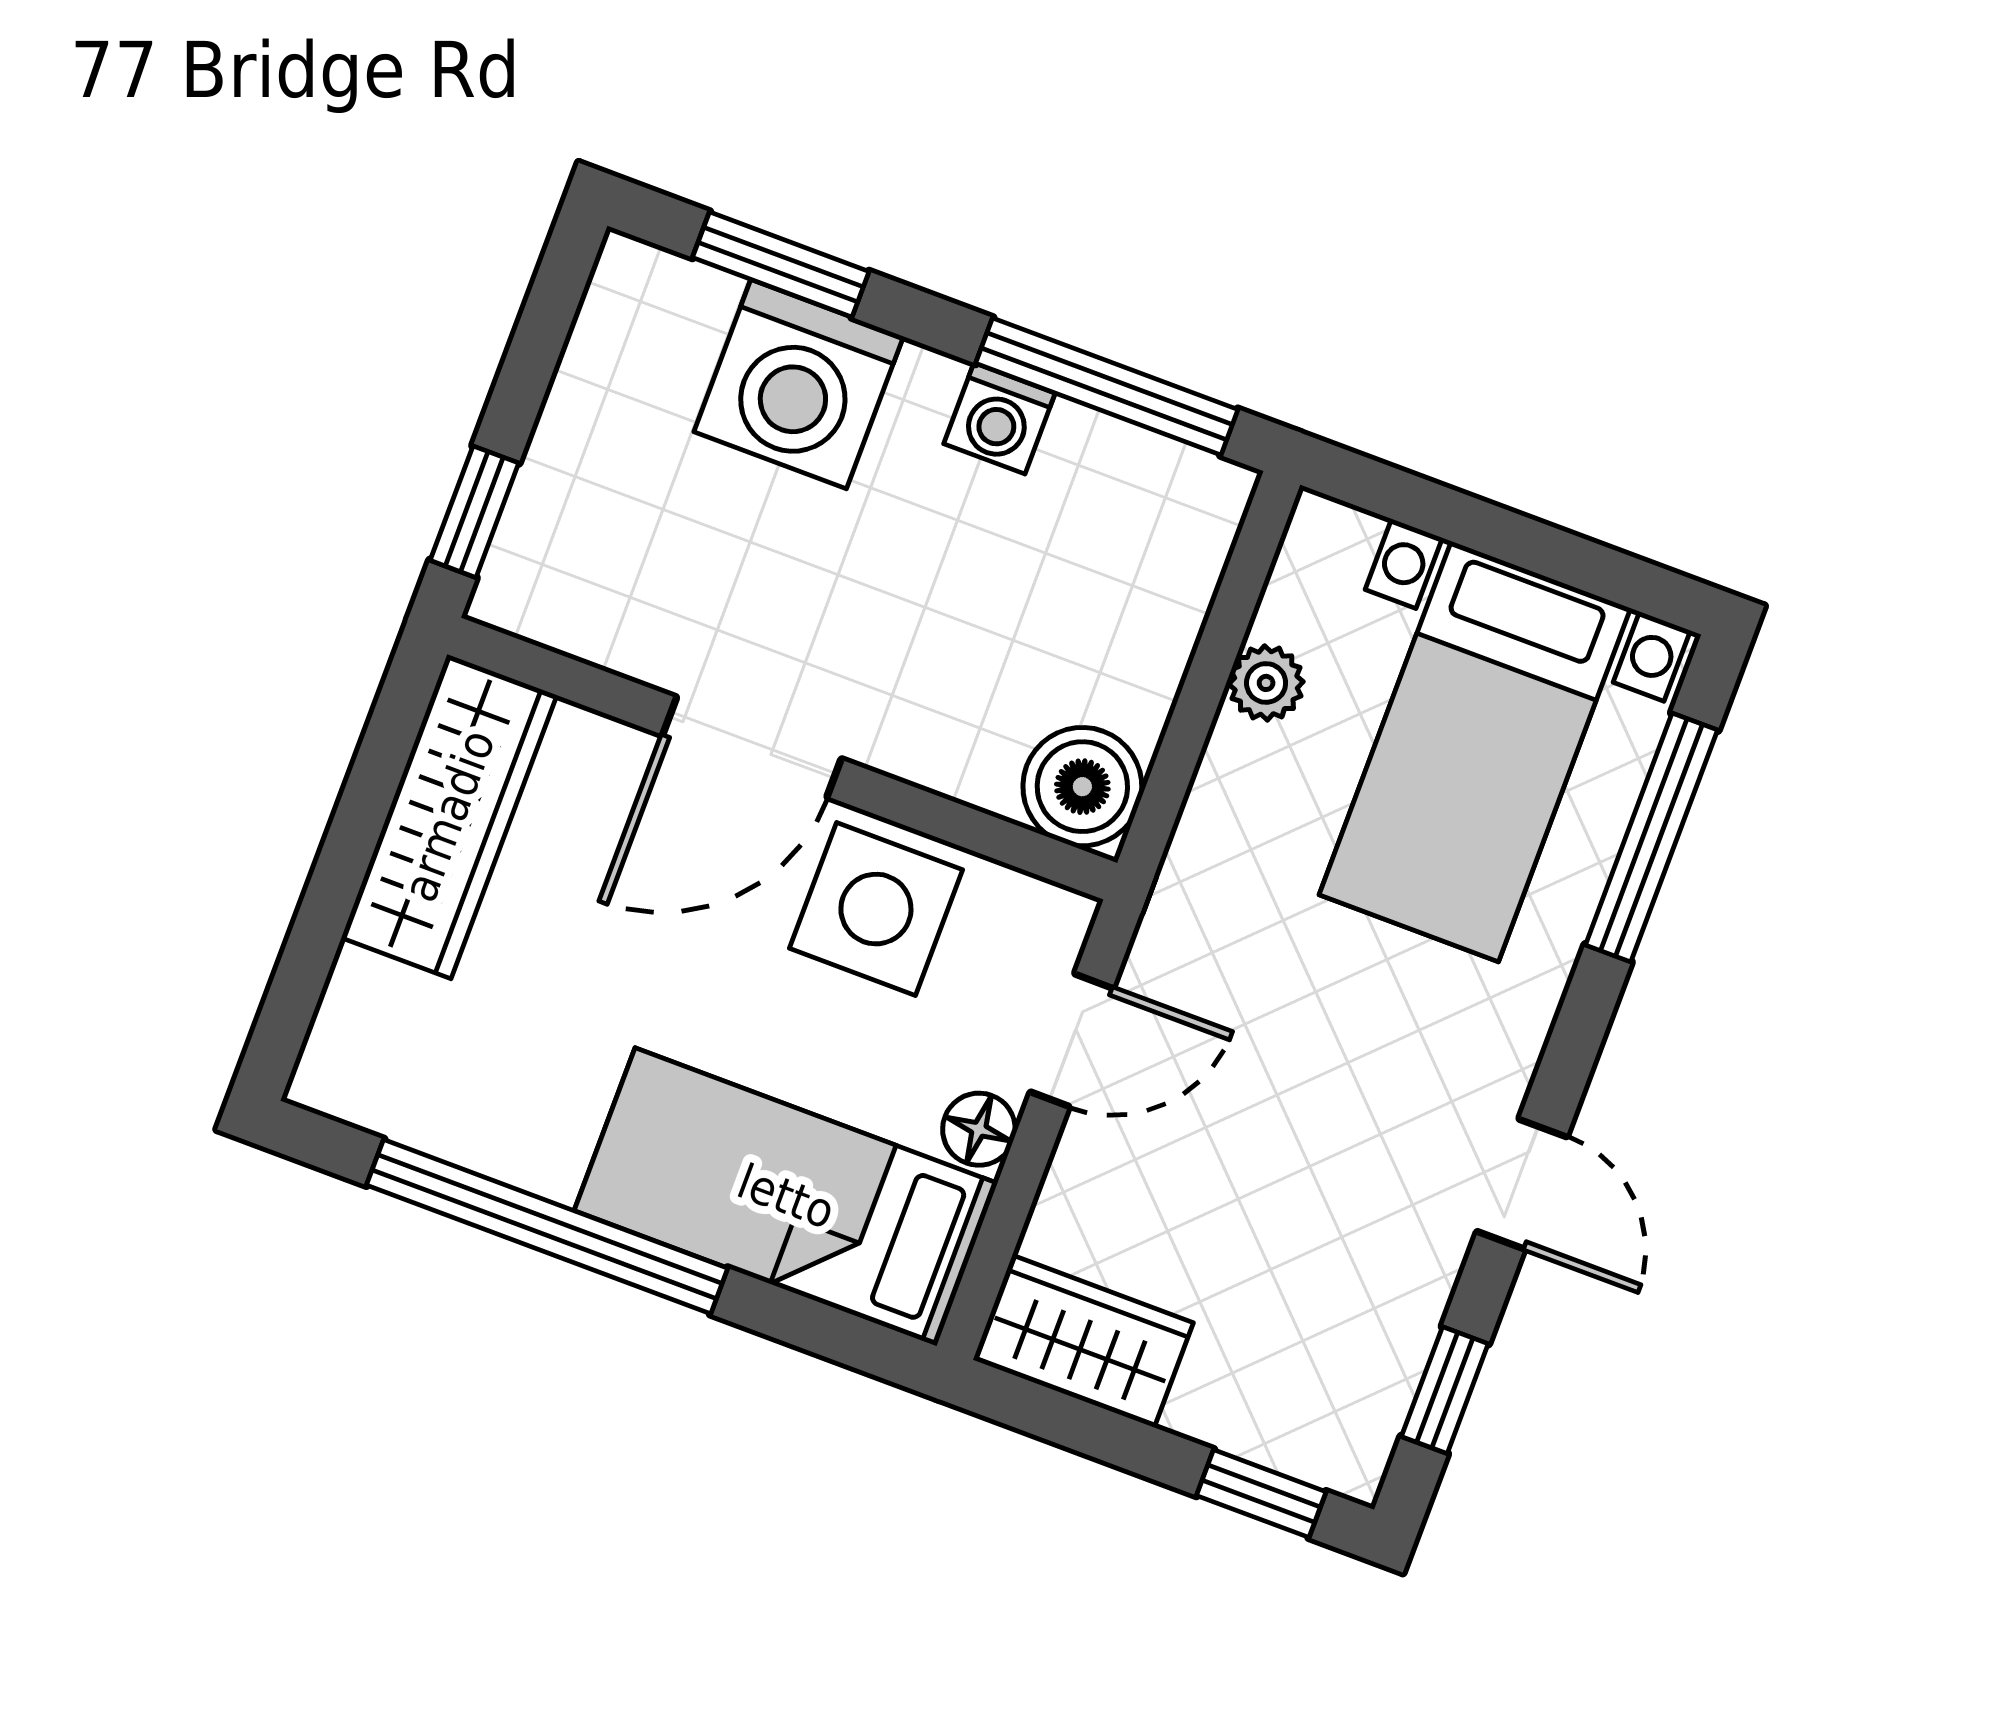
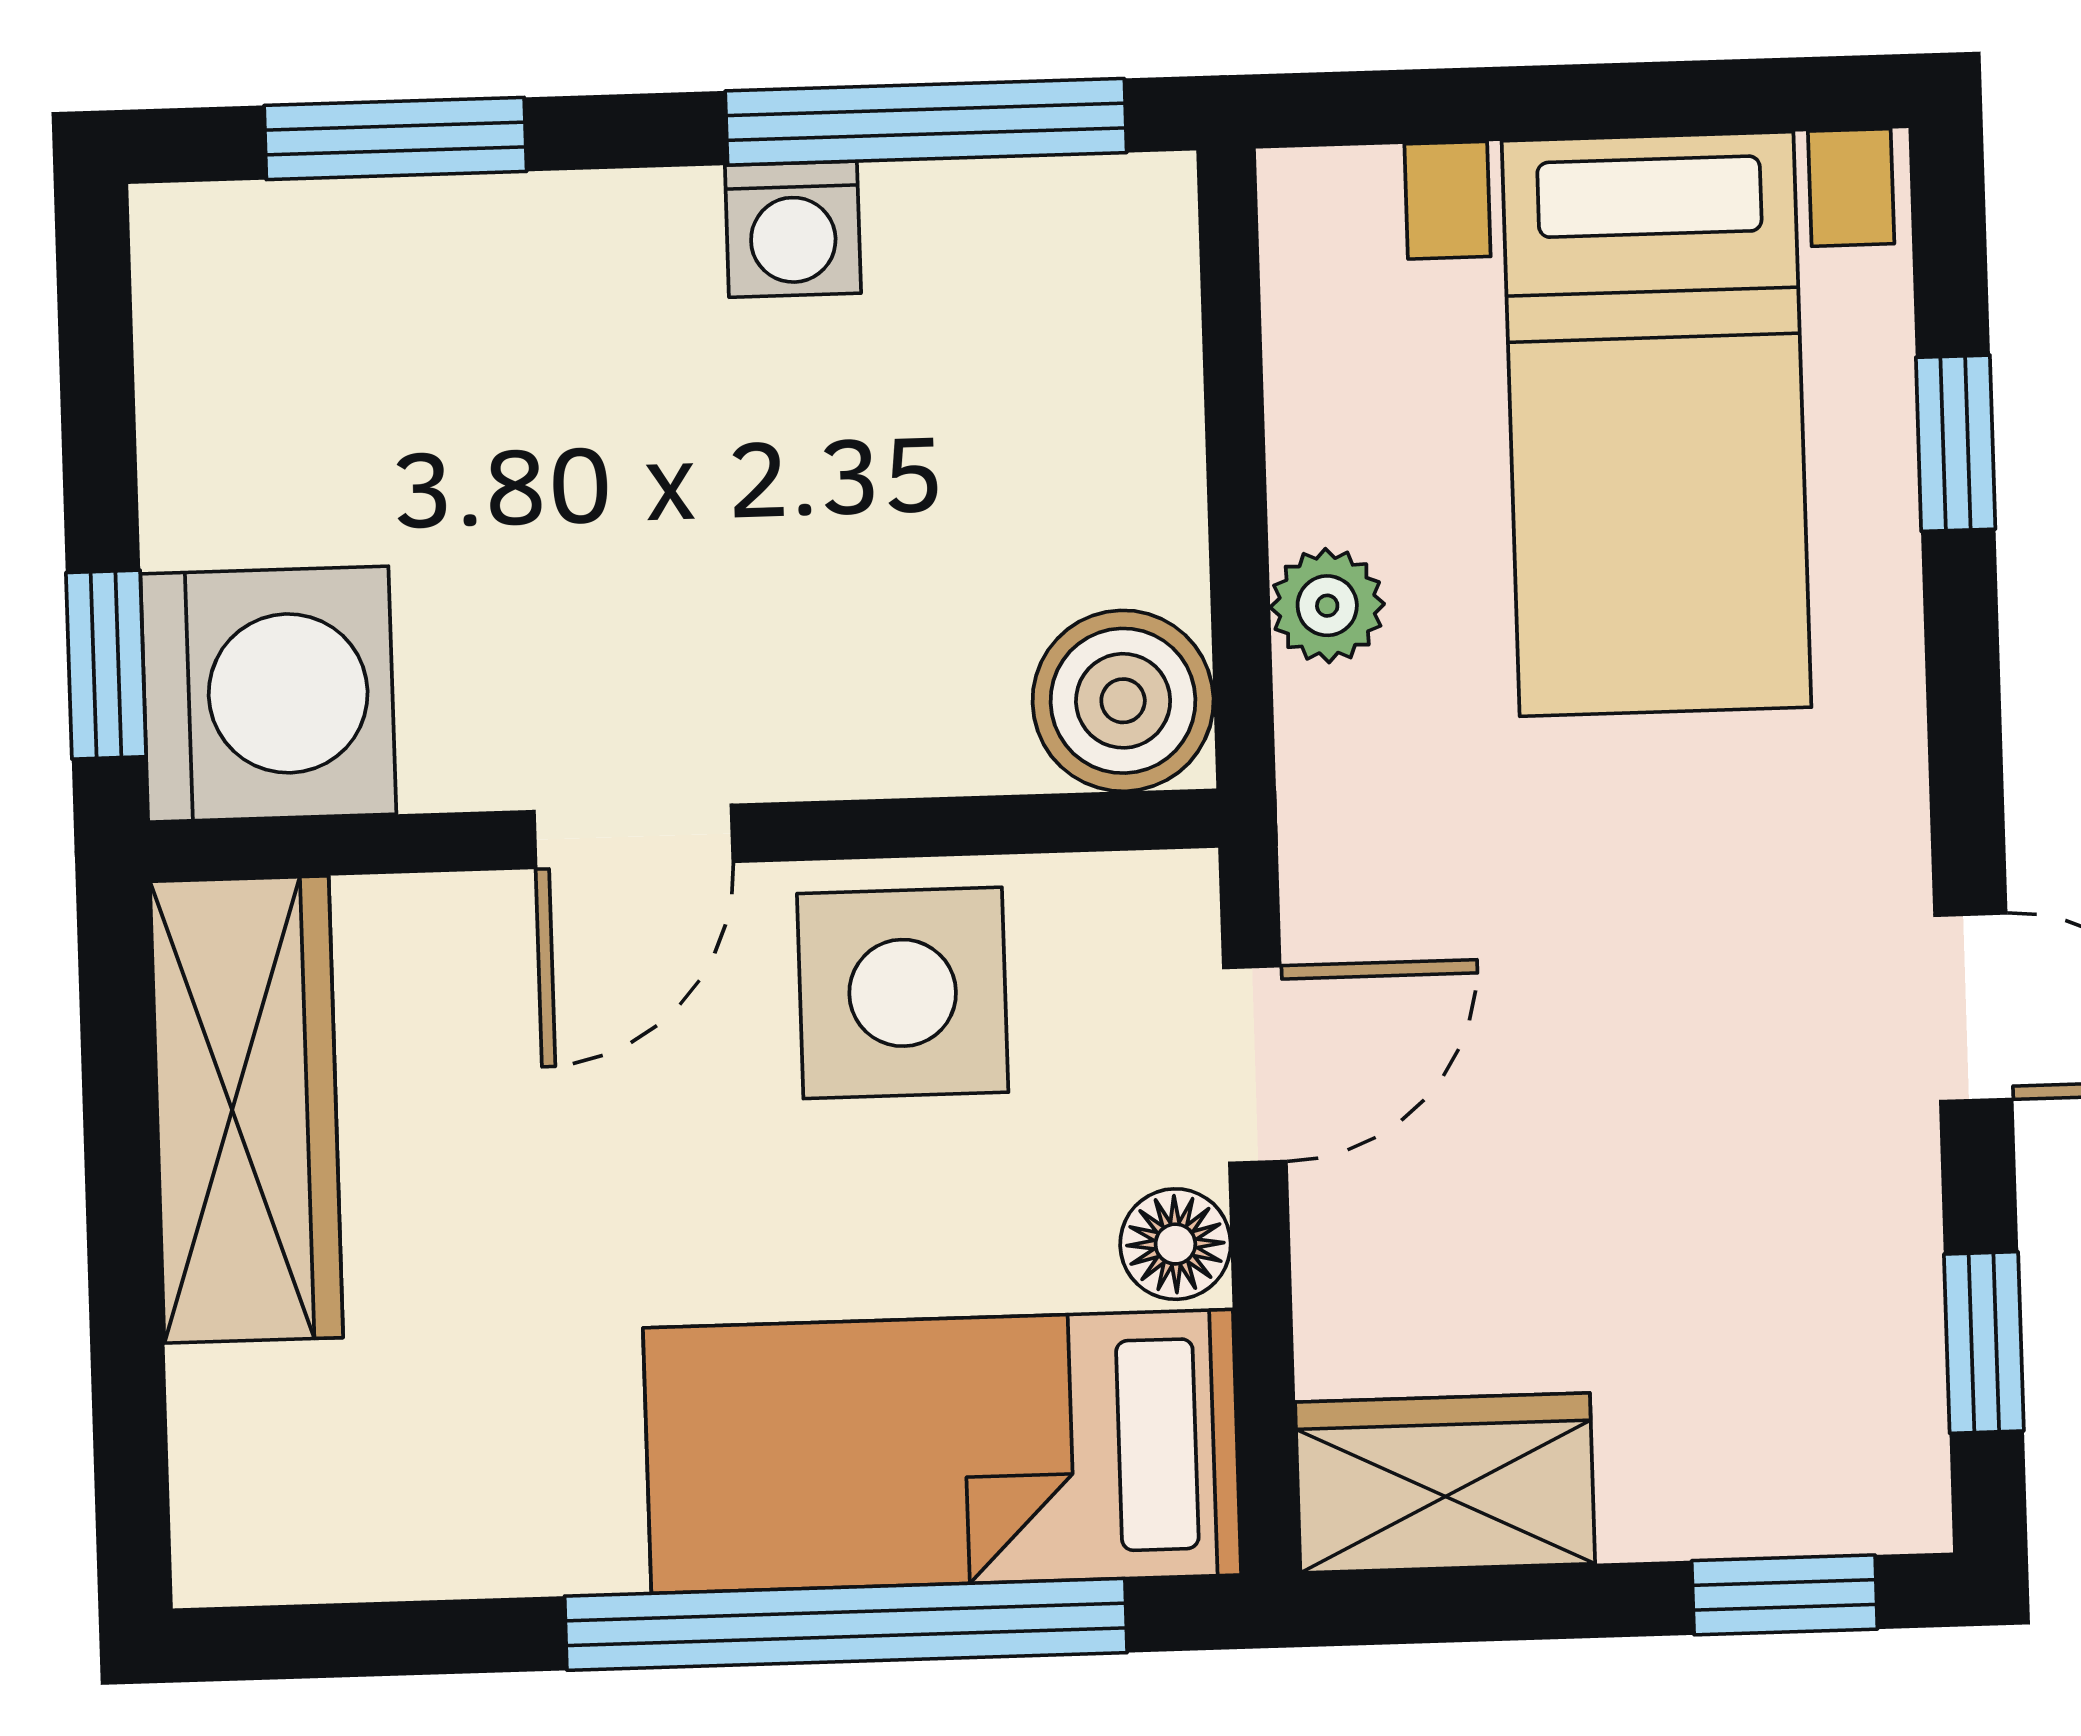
washing machine: (799, 384) -> (268, 694), moved, turned -90
plant: (1266, 683) -> (1327, 606), moved
door: (752, 747) -> (634, 836), width x0.73
window: (1651, 838) -> (1956, 443), width x0.46
window: (547, 1227) -> (846, 1624), moved

